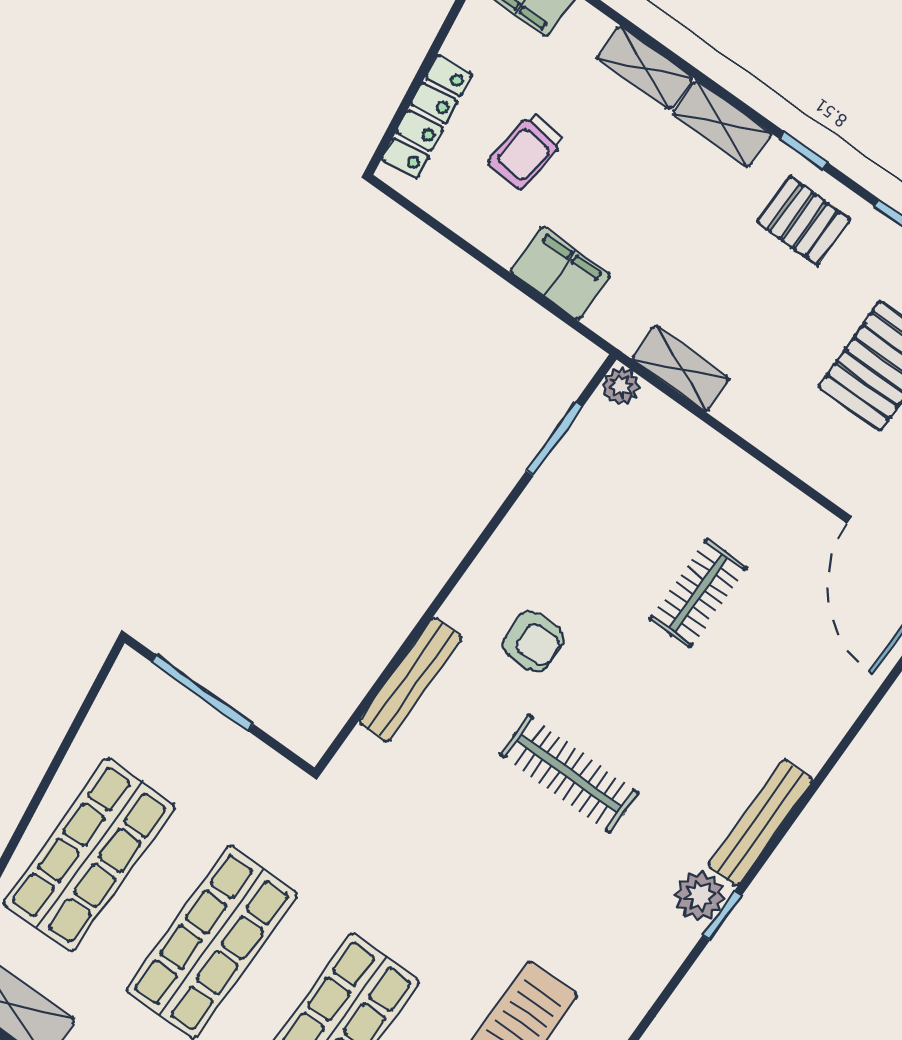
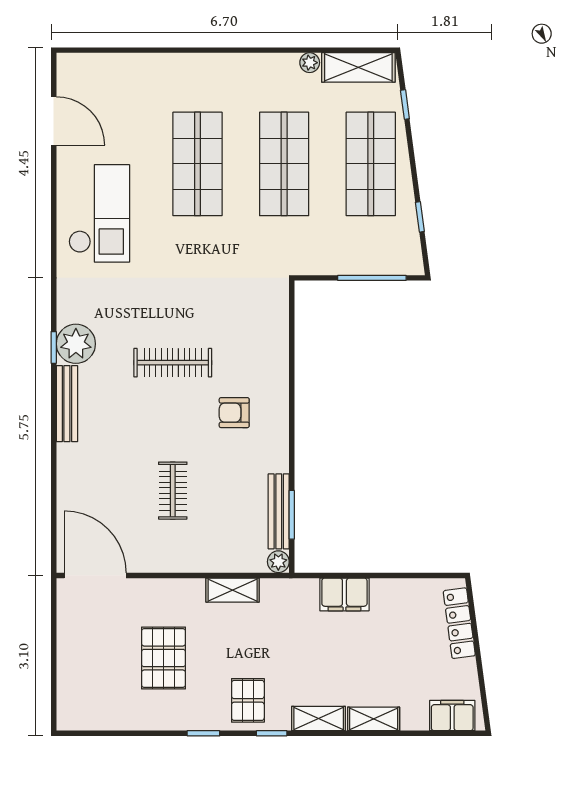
trolley: (526, 151) -> (401, 640), removed
pallet: (804, 221) -> (248, 700), turned 90
shelving: (681, 368) -> (233, 590), moved
bench: (410, 680) -> (279, 511), moved
window: (73, 731) -> (420, 217), added
plant: (700, 896) -> (76, 344), width x1.36, depth x1.36

